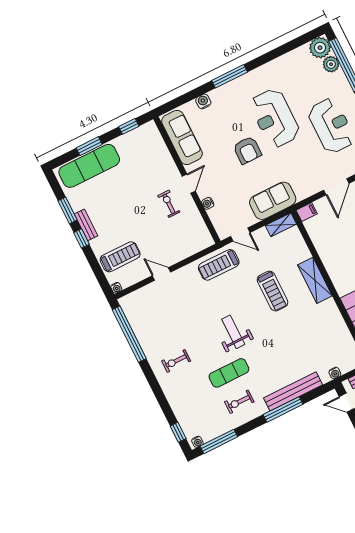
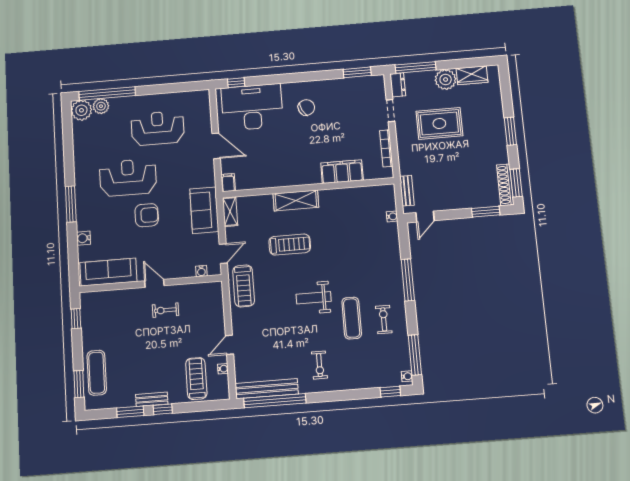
reception desk: (275, 118) -> (128, 178), turned 180
window: (89, 146) -> (79, 384), moved
exercise mat: (89, 166) -> (97, 373), width x0.73, depth x0.69
water cooler: (208, 203) -> (201, 271), moved
water cooler: (116, 288) -> (223, 369), moved
bench: (293, 391) -> (267, 389), moved, turned 90
exercise bike: (239, 402) -> (384, 319), turned 180

